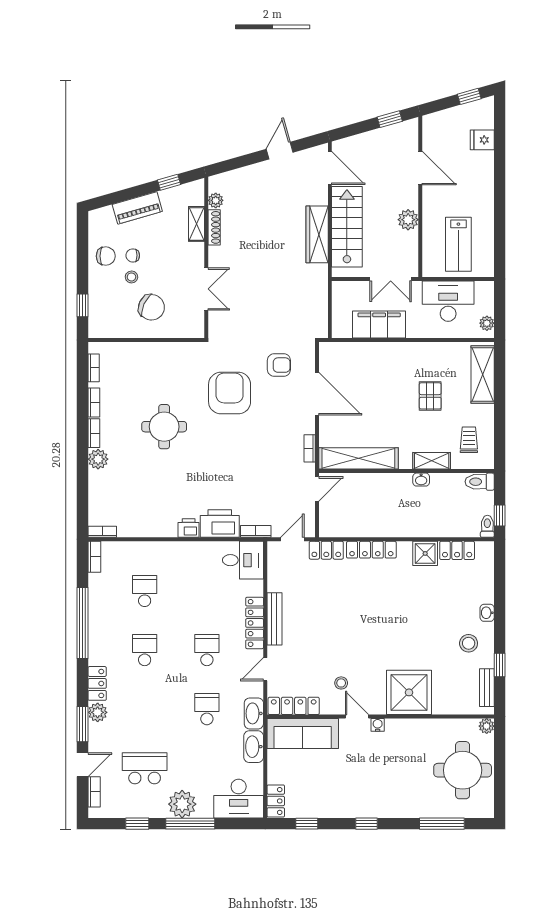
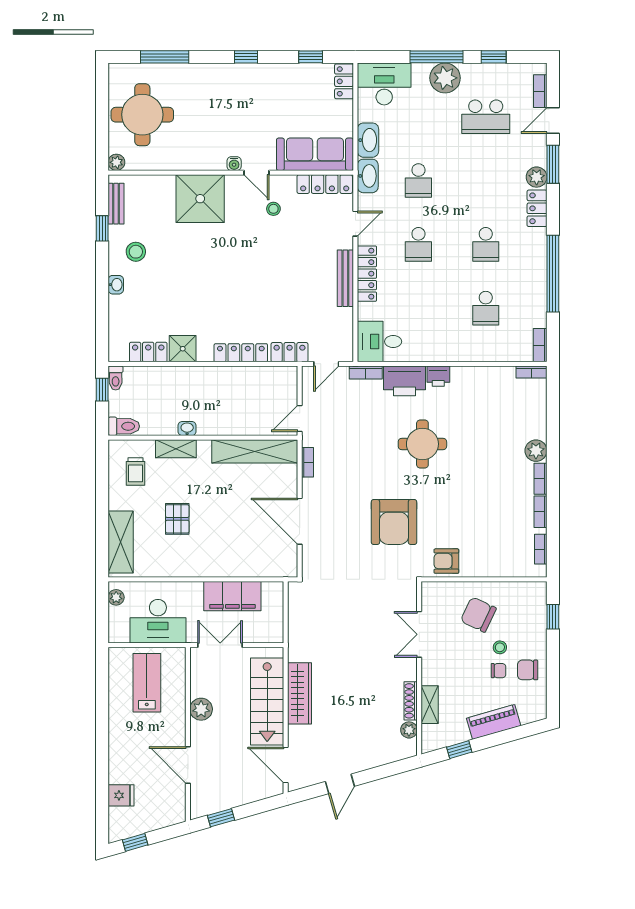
armchair: (279, 365) -> (446, 561), moved
round table: (164, 427) -> (422, 444), moved

